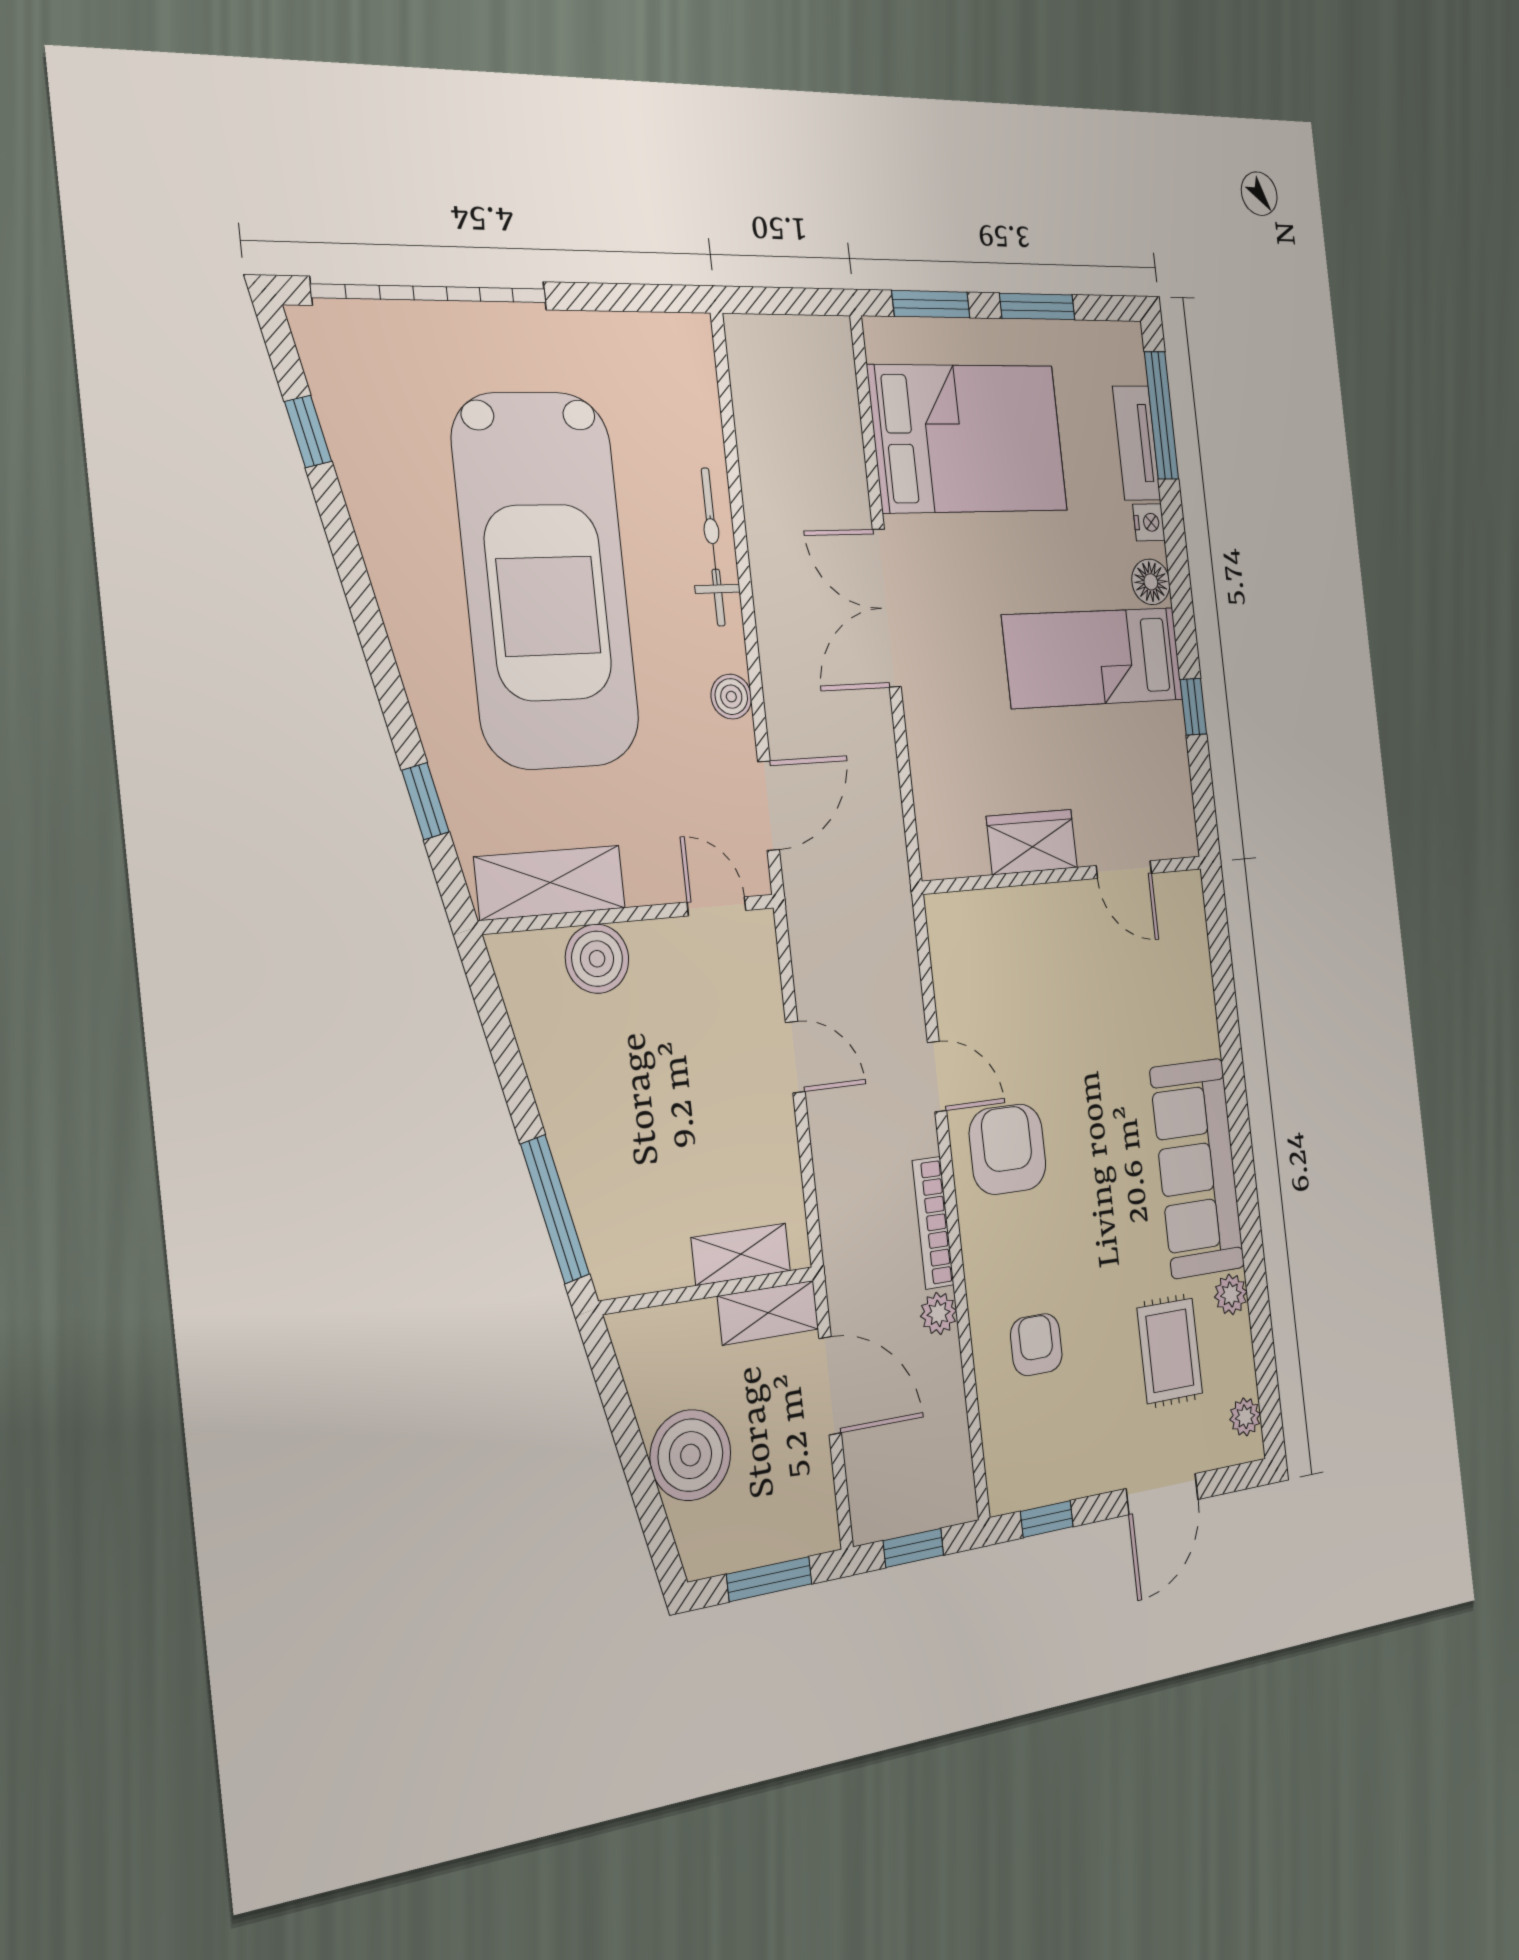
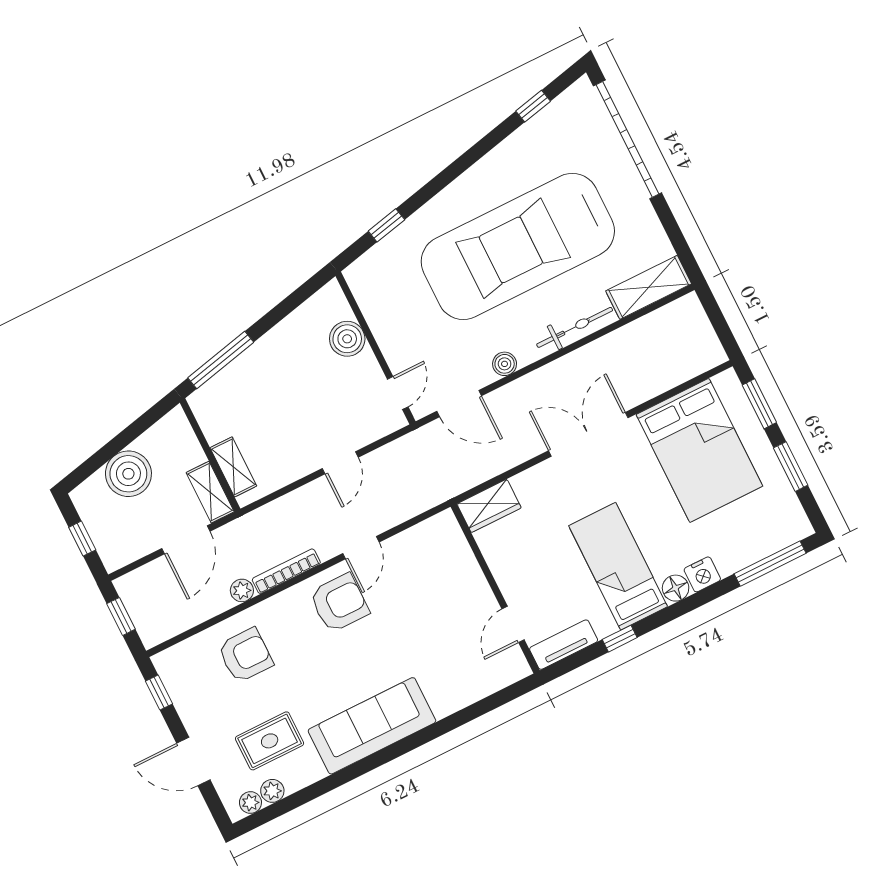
tv unit: (1137, 443) -> (564, 645), moved
nightstand: (1149, 522) -> (702, 574), width x1.39, depth x1.35
wardrobe: (1032, 842) -> (489, 506), moved, turned 90
shelving: (550, 883) -> (649, 287), moved, turned 90
plant: (1231, 1294) -> (272, 791), moved
armchair: (1036, 1345) -> (245, 655), width x1.38, depth x1.38
window: (769, 1579) -> (82, 539), width x0.67

